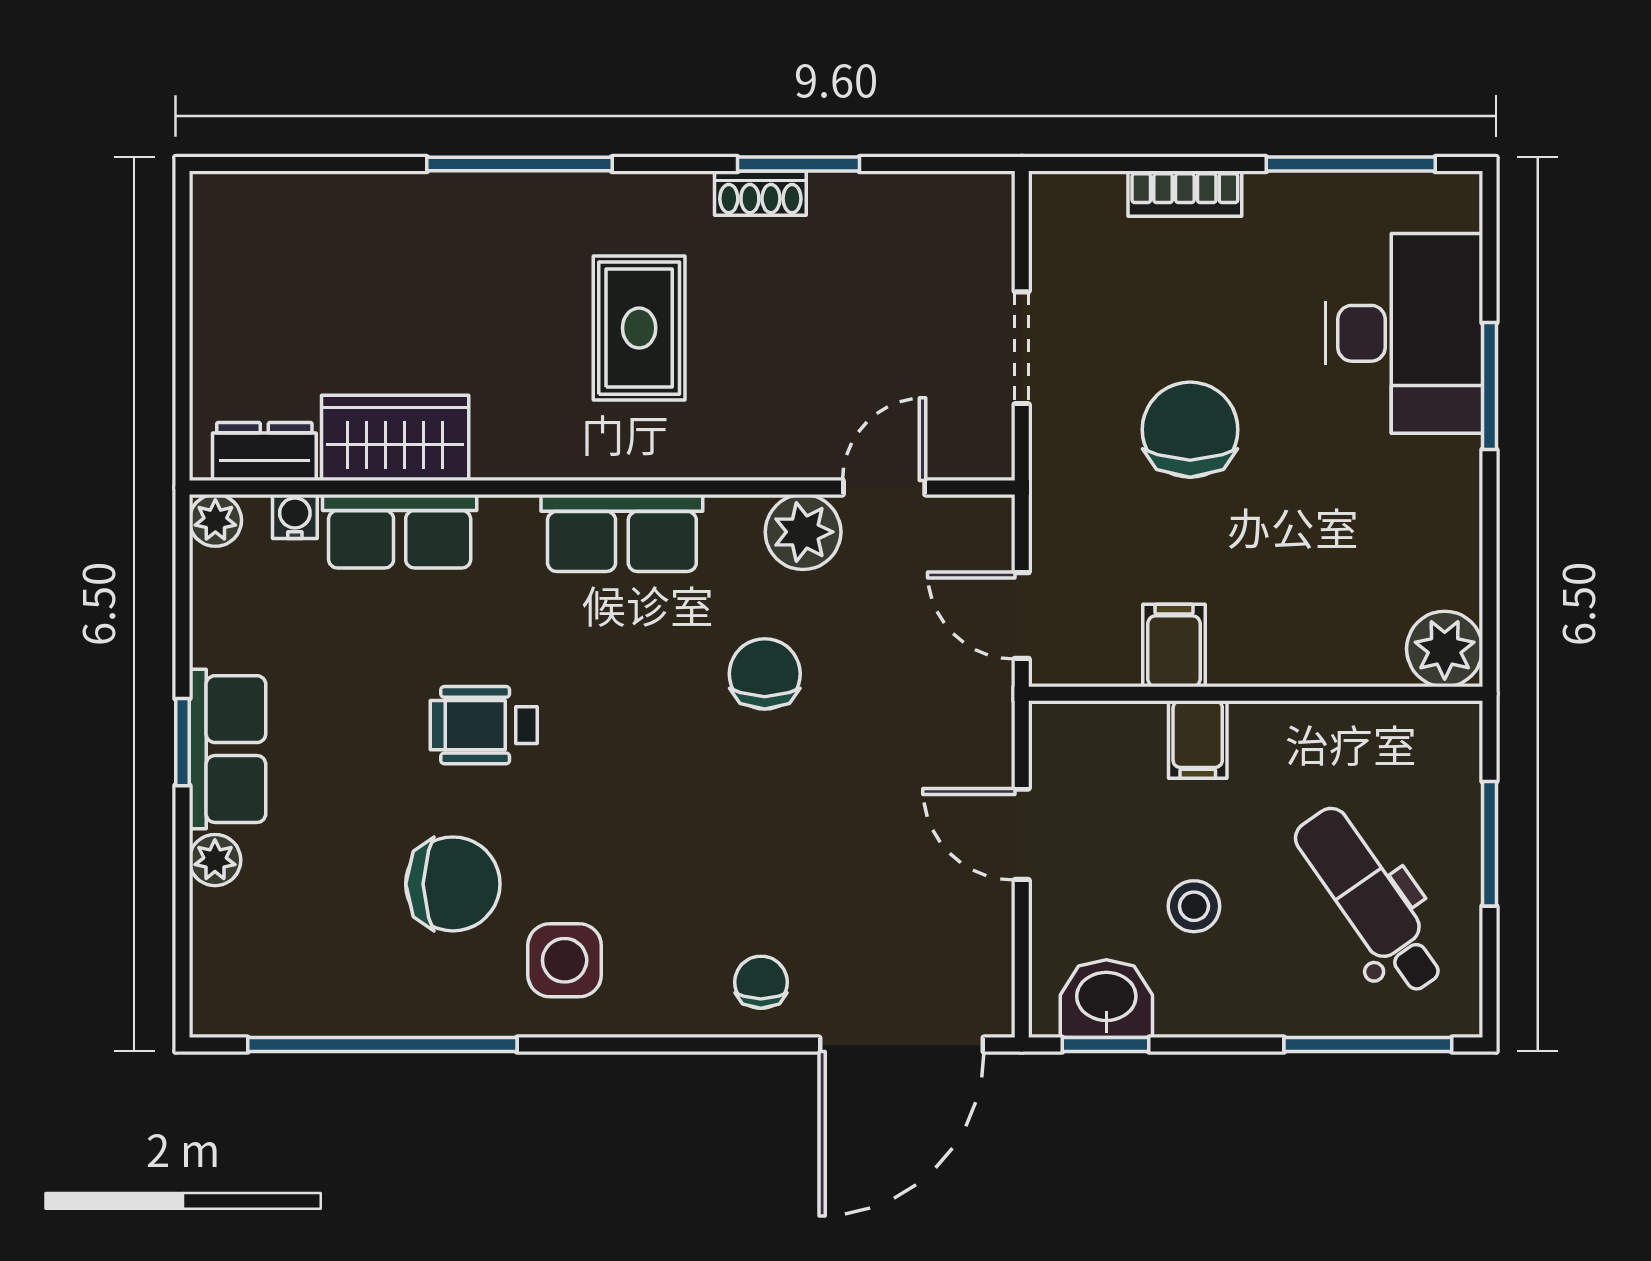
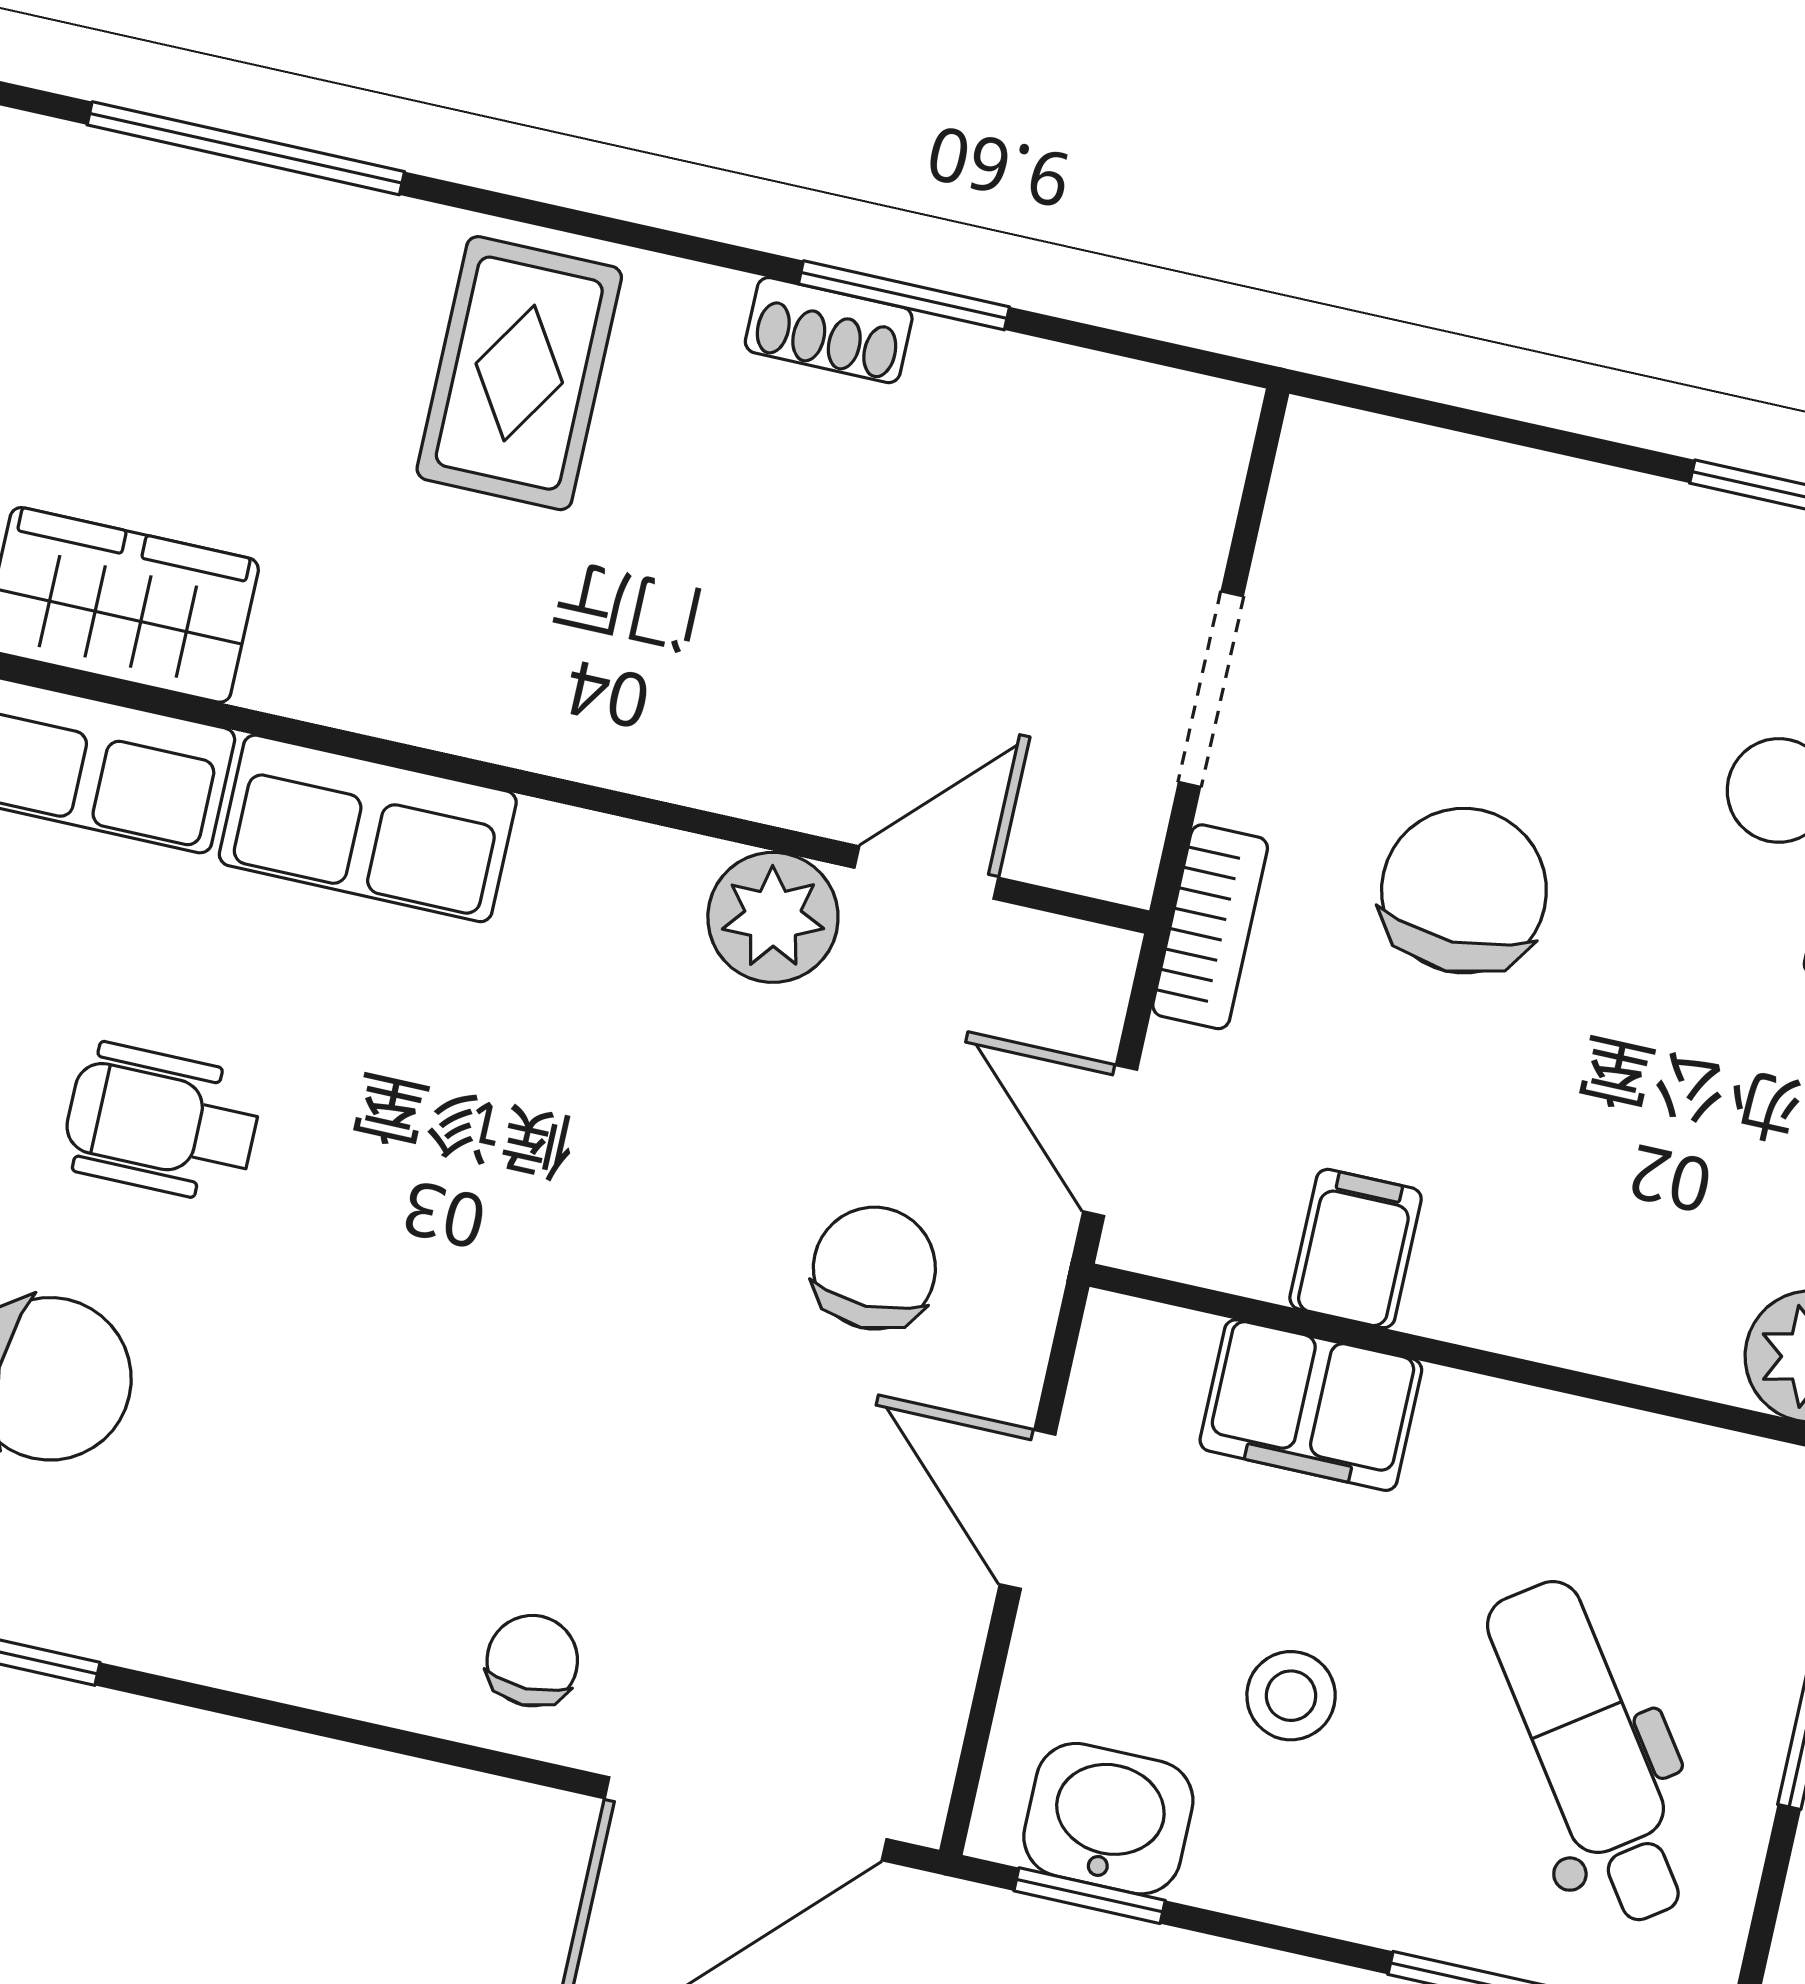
window: (519, 164) -> (246, 148), moved
bookcase: (1185, 194) -> (1210, 927), moved, turned -90
rug: (639, 328) -> (519, 373), moved
row of seats: (622, 533) -> (368, 828), moved
chair: (765, 674) -> (874, 1268), moved
filing cabinet: (1198, 740) -> (1311, 1405), width x2.00
side table: (565, 960) -> (209, 1550), removed

